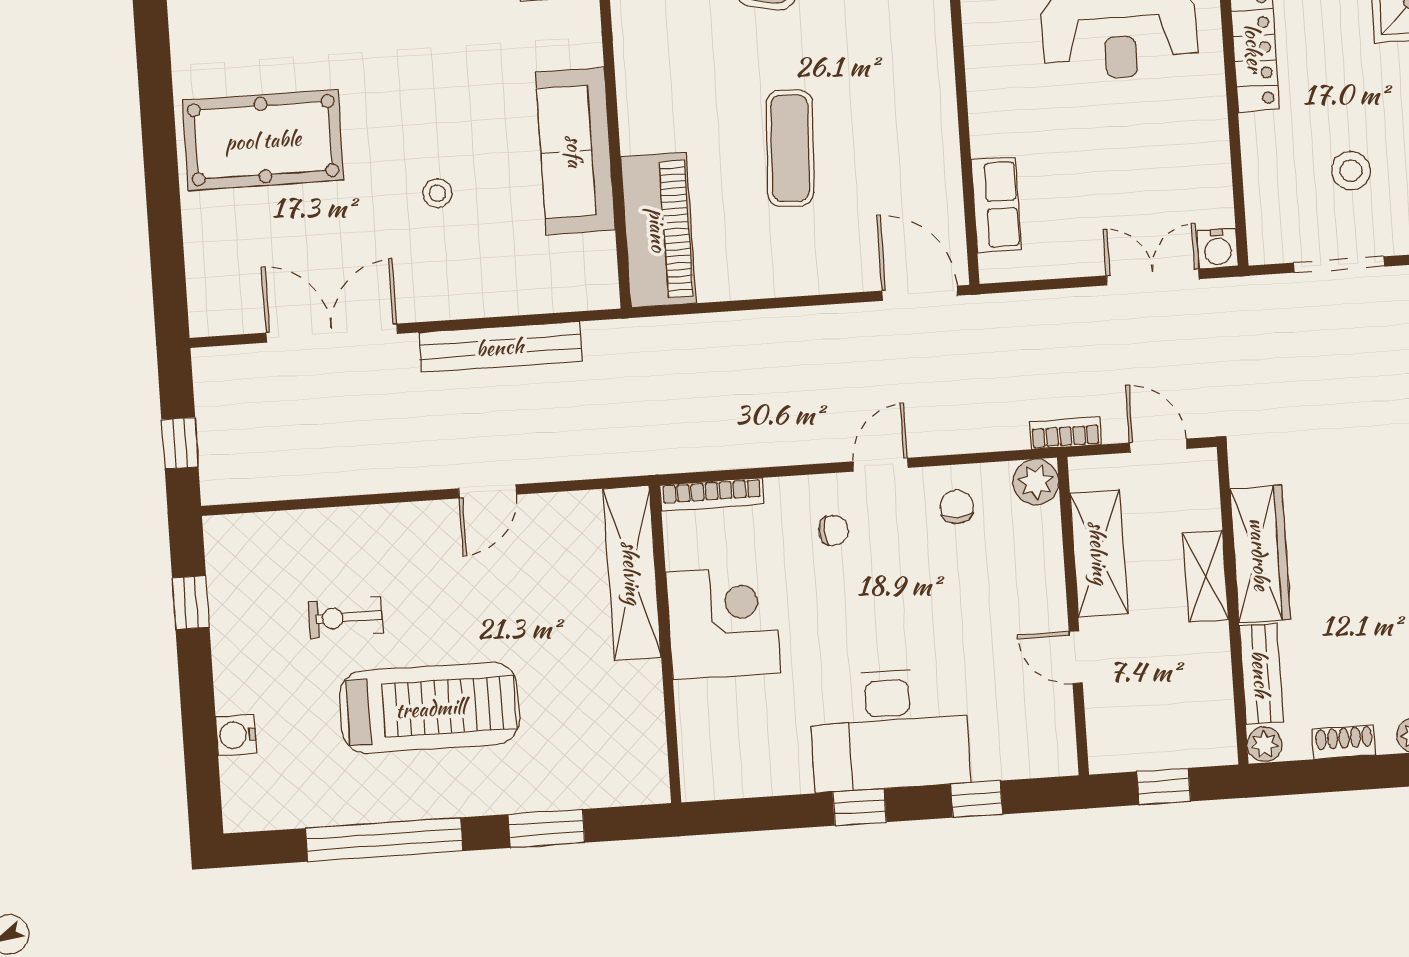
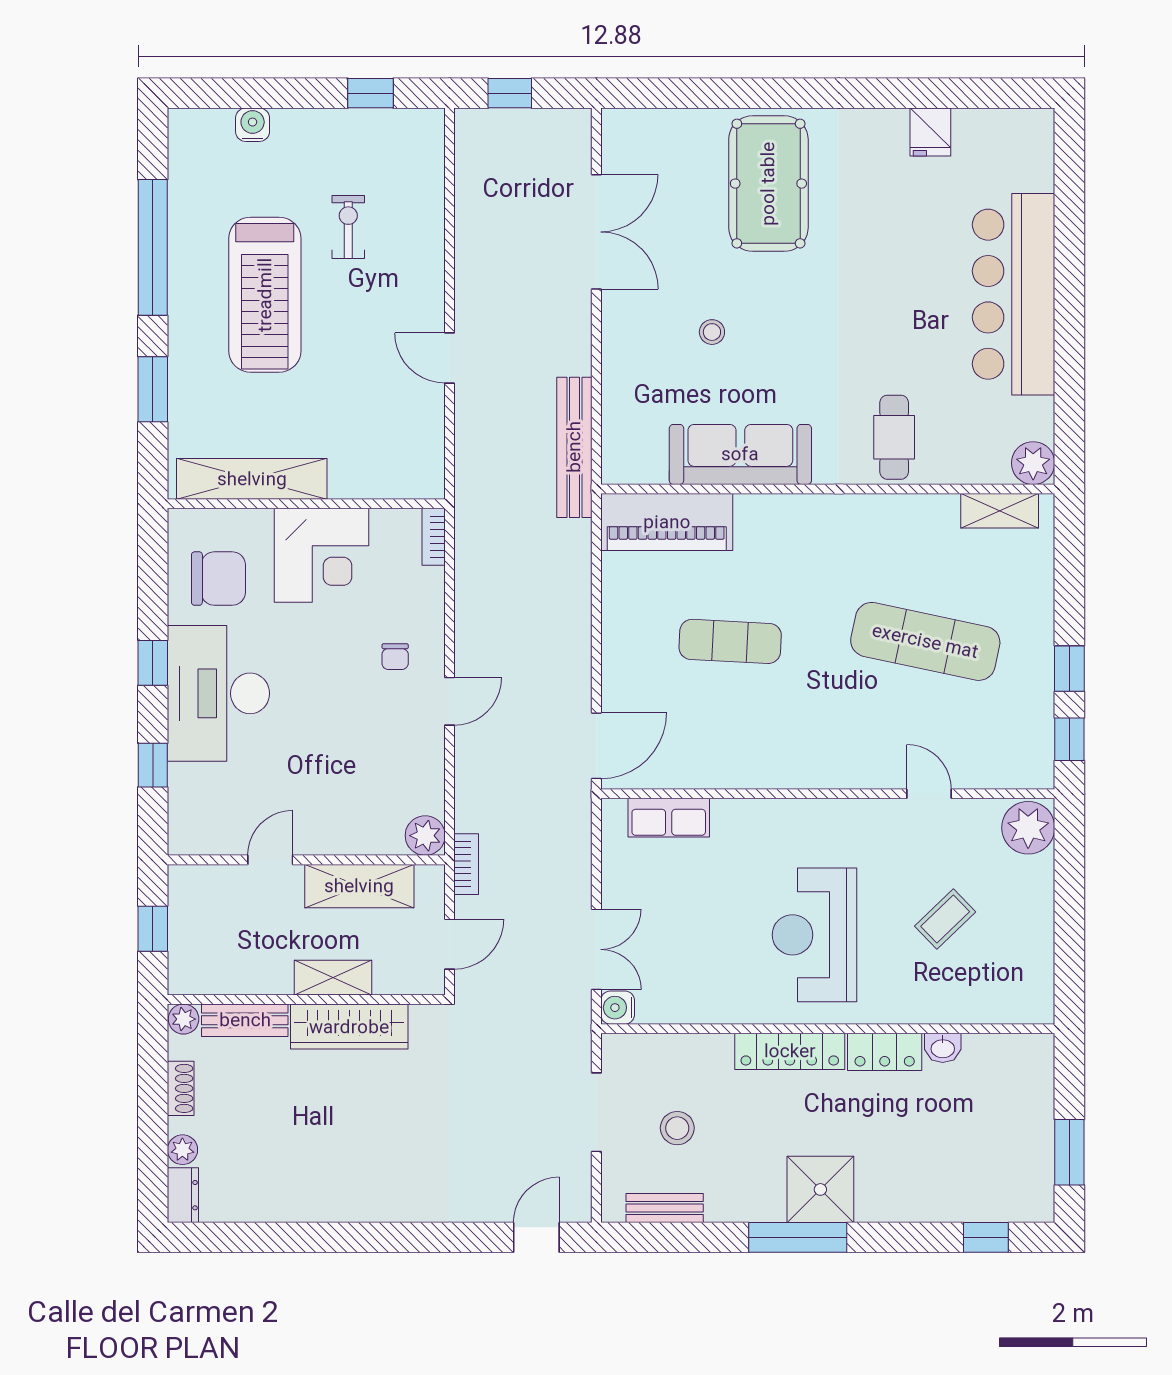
bench: (500, 347) -> (574, 447), moved
door: (880, 465) -> (449, 701), hinge flipped
bookcase: (712, 494) -> (434, 537), width x0.64
chair: (957, 507) -> (218, 579), moved, width x1.87, depth x1.87
shelving: (632, 573) -> (252, 479), moved

